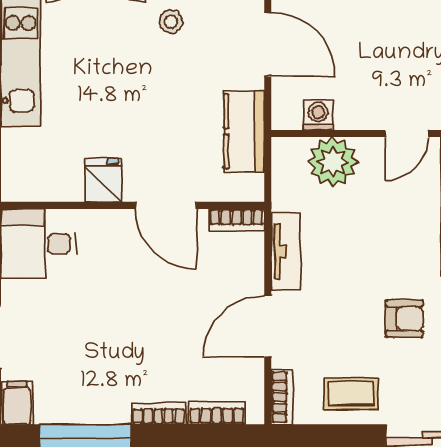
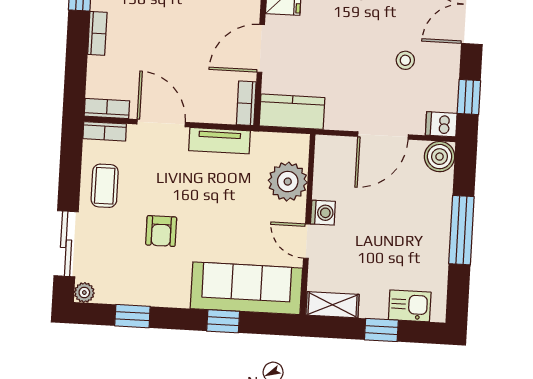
washing machine: (318, 115) -> (323, 213), moved
kitchen counter: (244, 131) -> (292, 112), moved
bookcase: (217, 413) -> (107, 108), moved, turned -90

